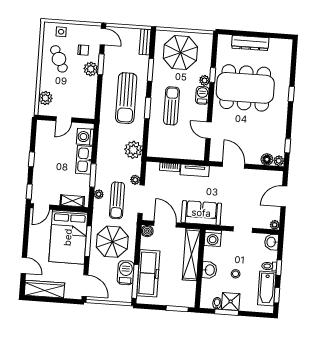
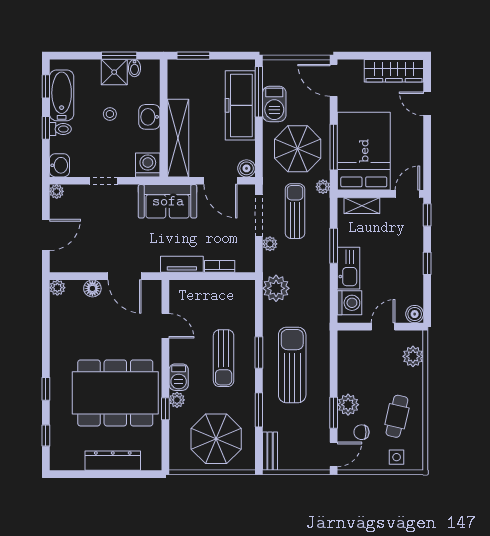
door: (103, 37) -> (334, 454), swing flipped
cafe table: (59, 59) -> (397, 416), turned 39
boiler: (42, 126) -> (415, 314), added
window: (288, 146) -> (46, 436), moved
floor lamp: (267, 159) -> (92, 288), moved
plant: (99, 194) -> (323, 187), moved

